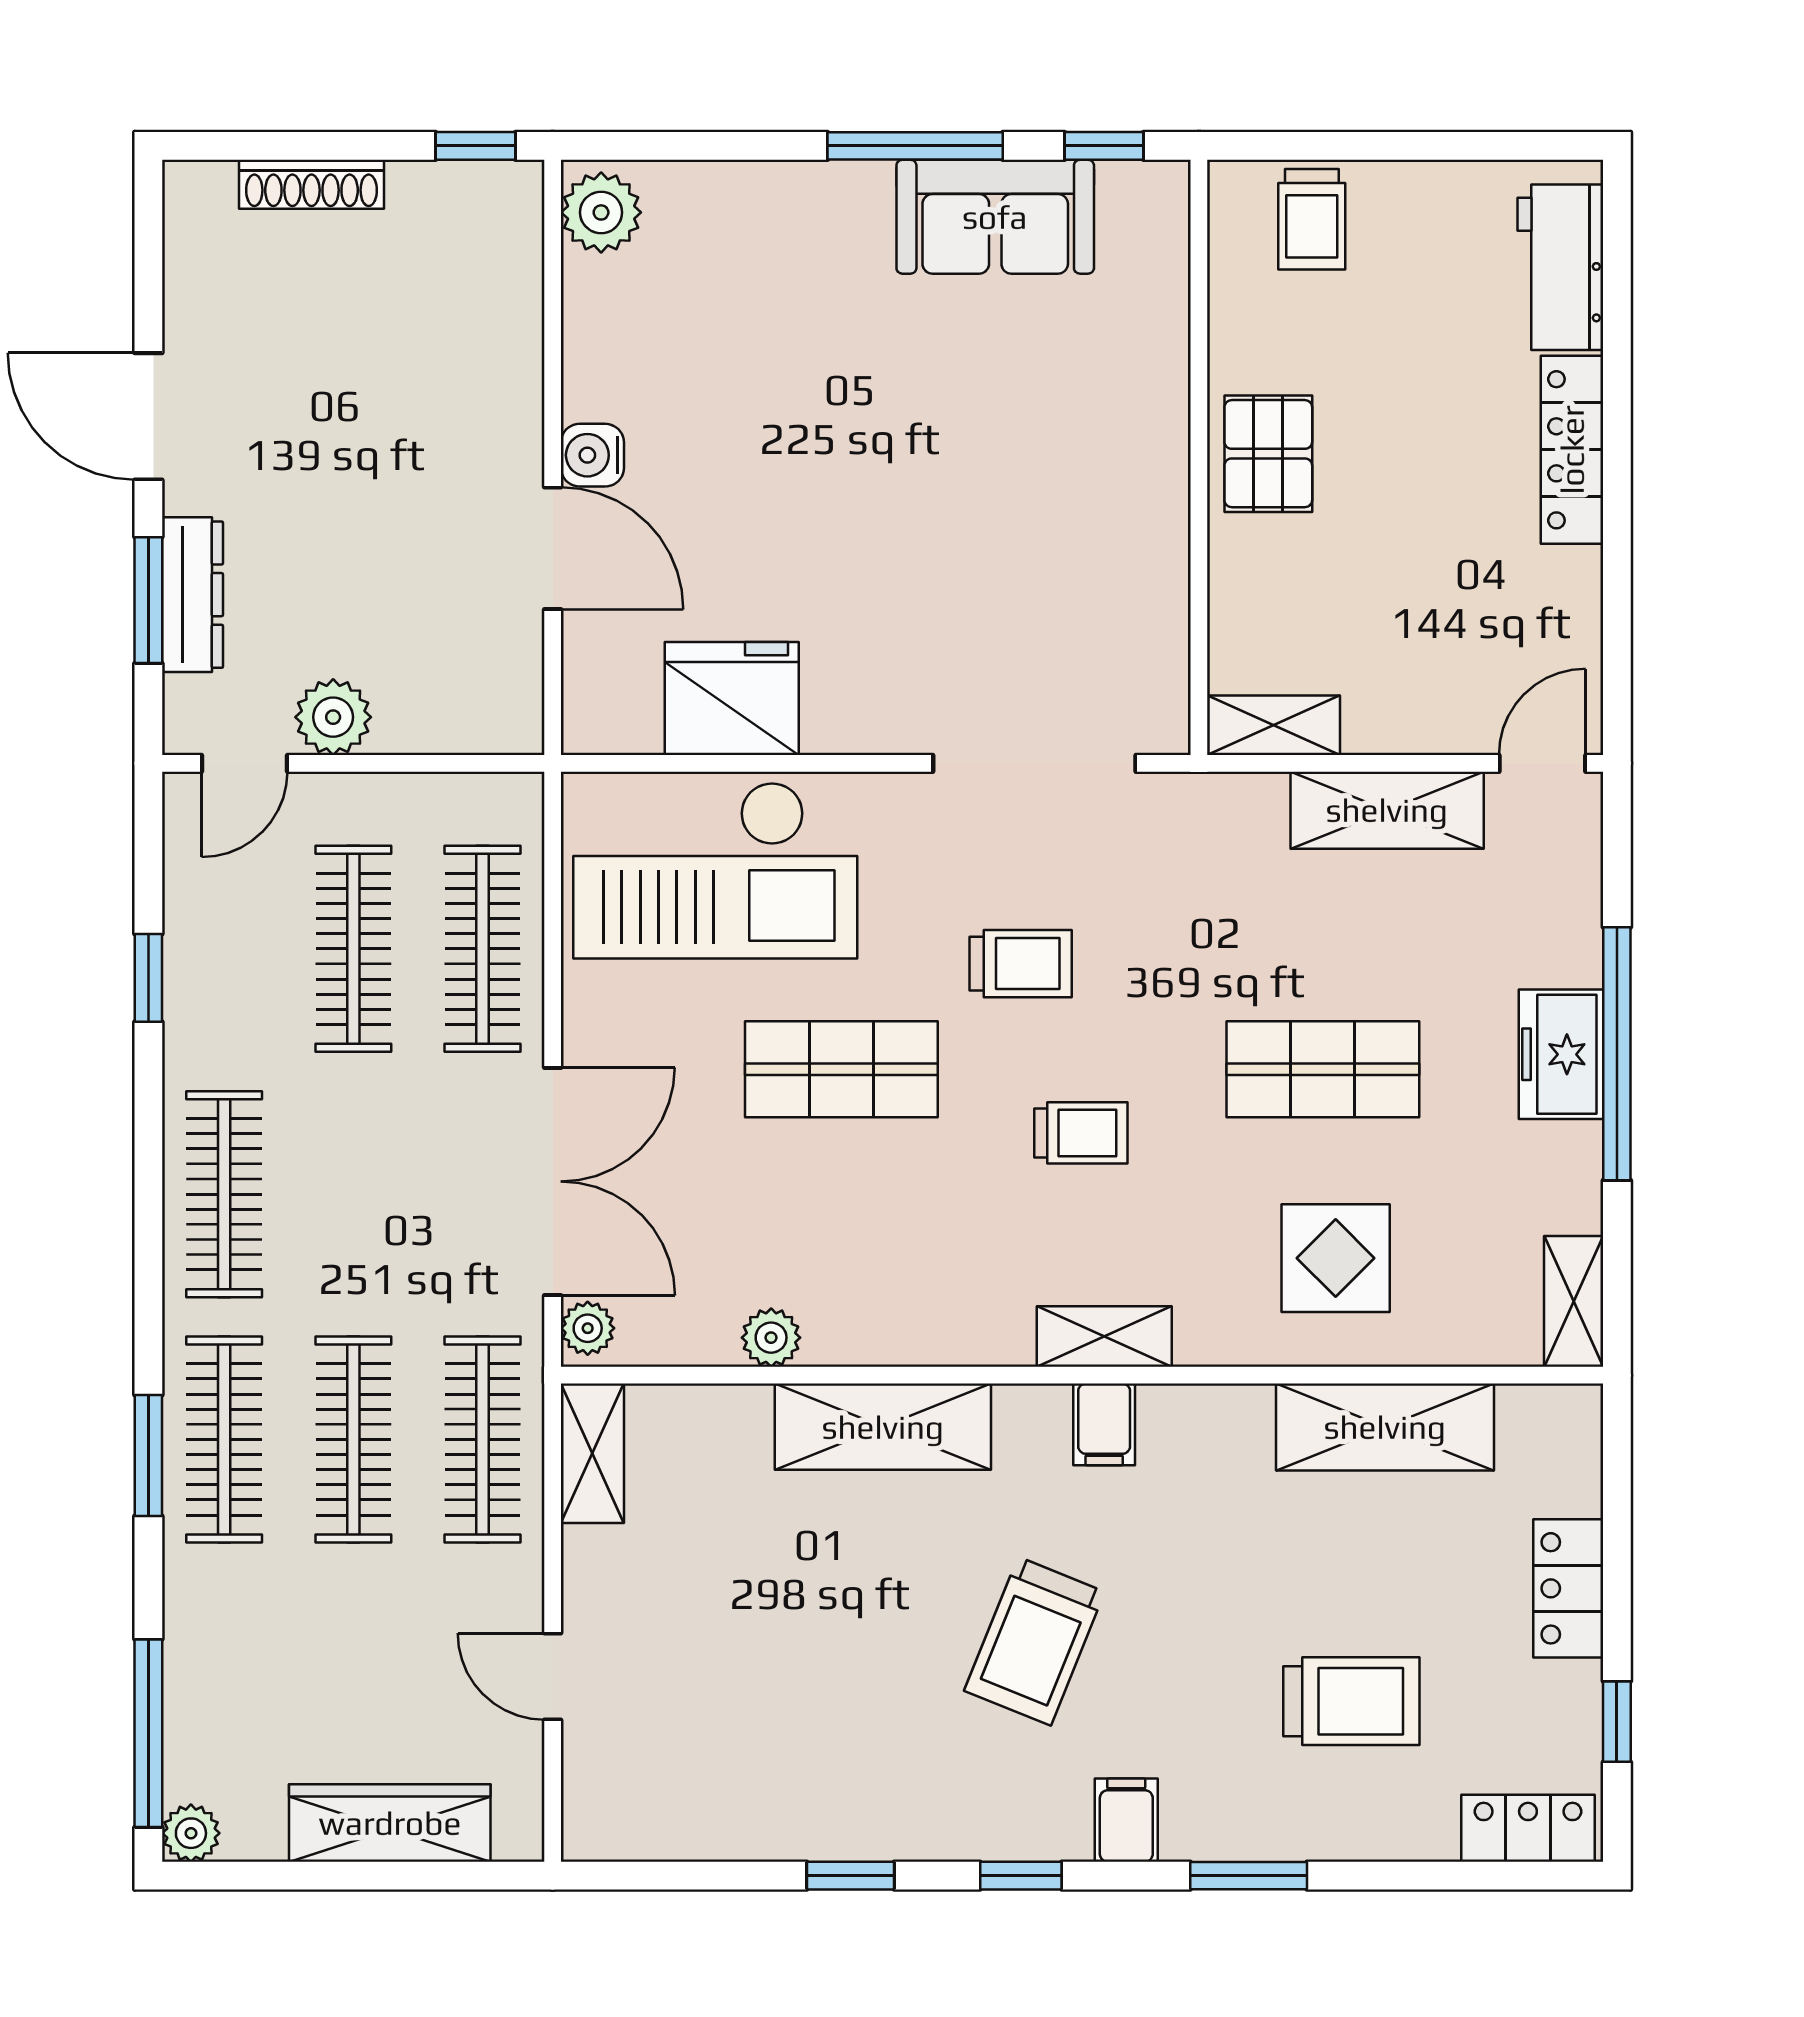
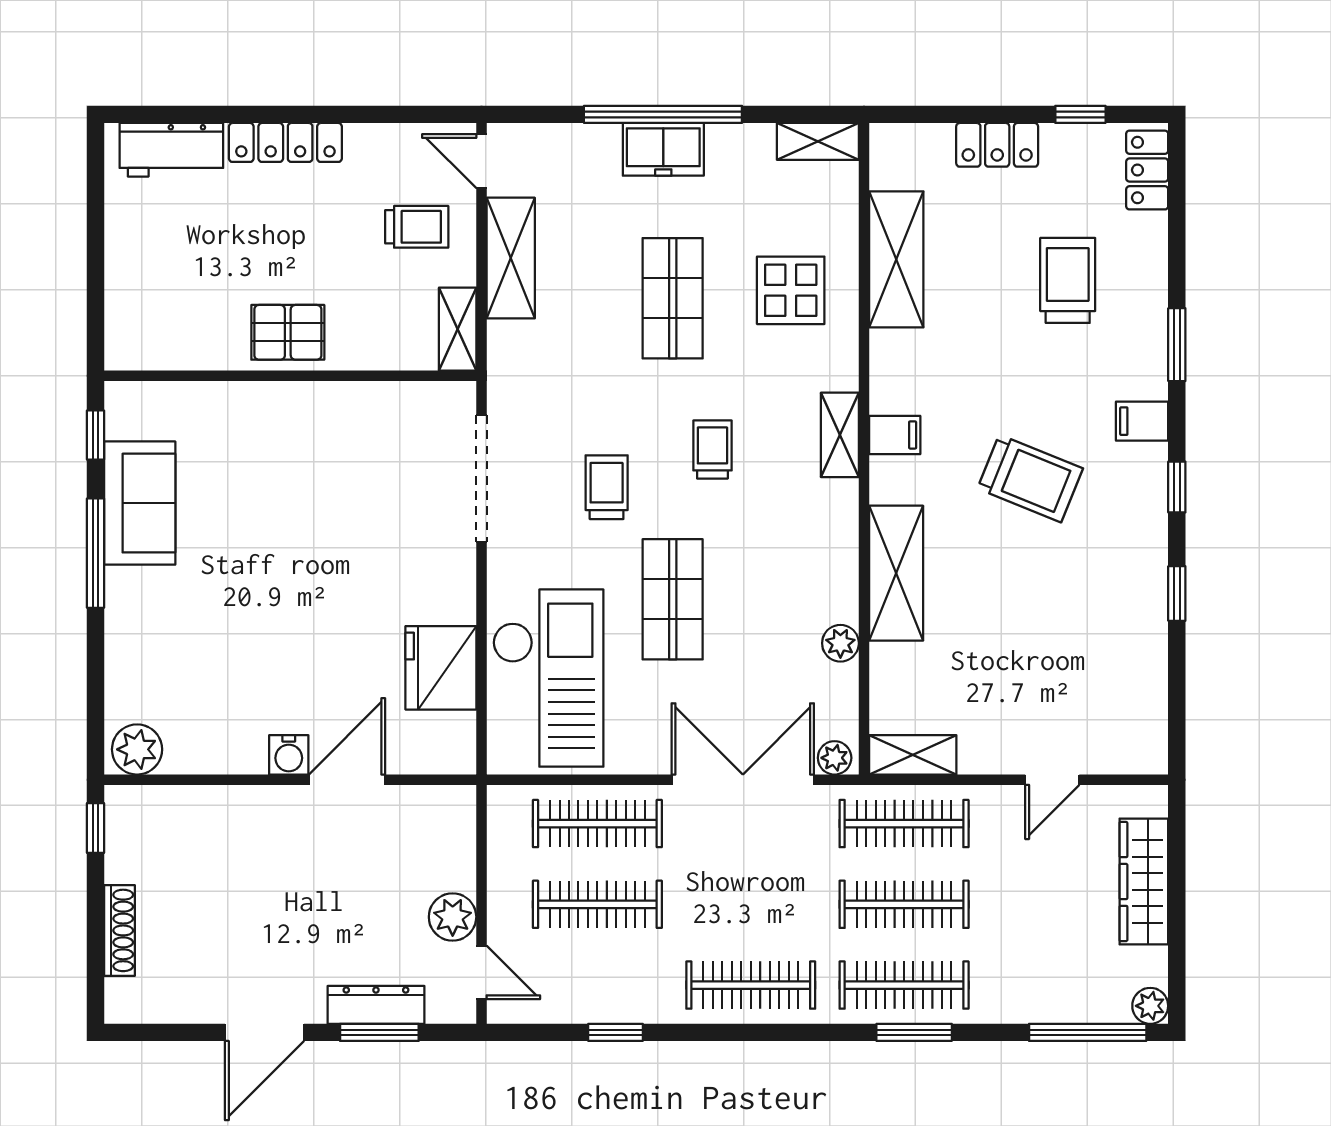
trolley: (1312, 219) -> (417, 227), moved

